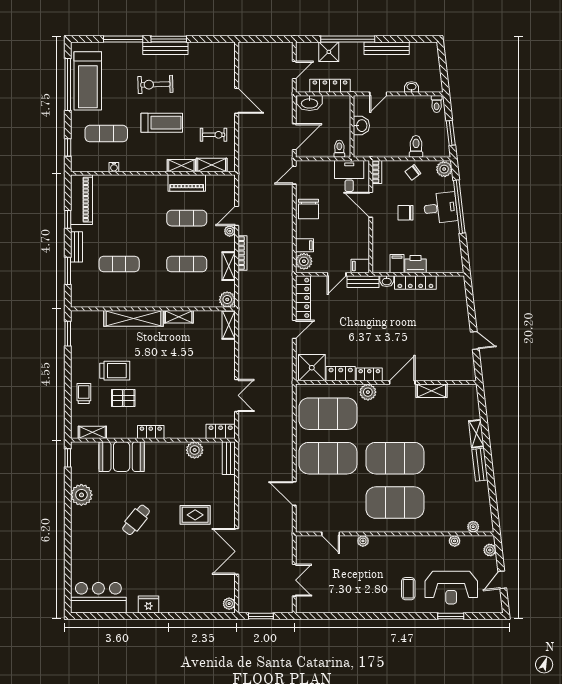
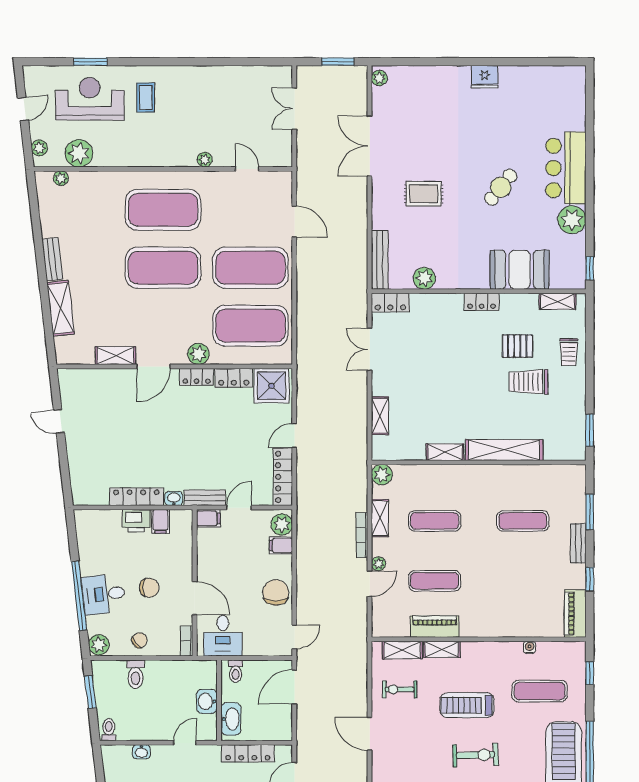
washbasin: (310, 103) -> (231, 719), moved, turned 90
piano: (82, 200) -> (575, 614), width x0.73, depth x0.75
shelving: (229, 325) -> (380, 416), moved
shelving: (476, 434) -> (61, 308), width x1.50, depth x1.33
bench: (229, 458) -> (380, 260), width x1.36
plant: (455, 541) -> (79, 153), width x1.87, depth x1.87
double door: (237, 551) -> (370, 146), swing flipped
bar counter: (98, 598) -> (566, 168), moved, turned 90

